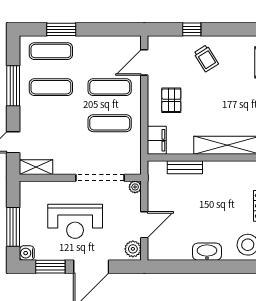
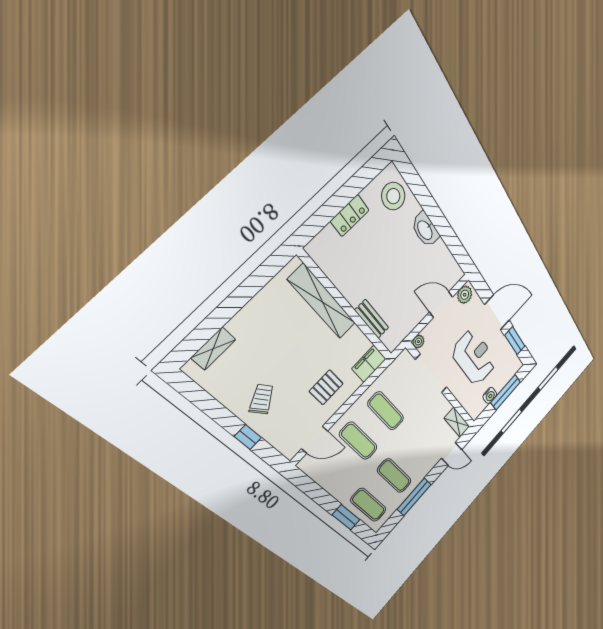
water cooler: (27, 253) -> (490, 395), moved

